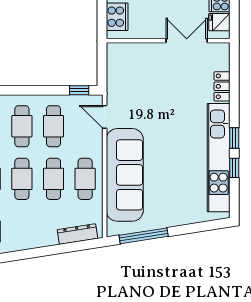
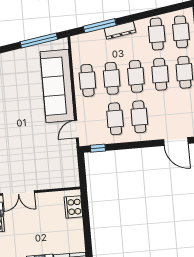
door: (105, 117) -> (77, 129), swing flipped
dresser: (78, 234) -> (120, 30), moved
window: (63, 248) -> (100, 26), added

